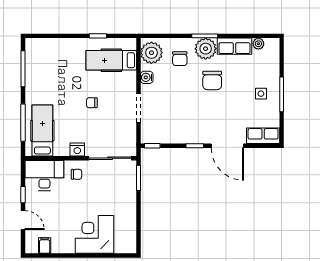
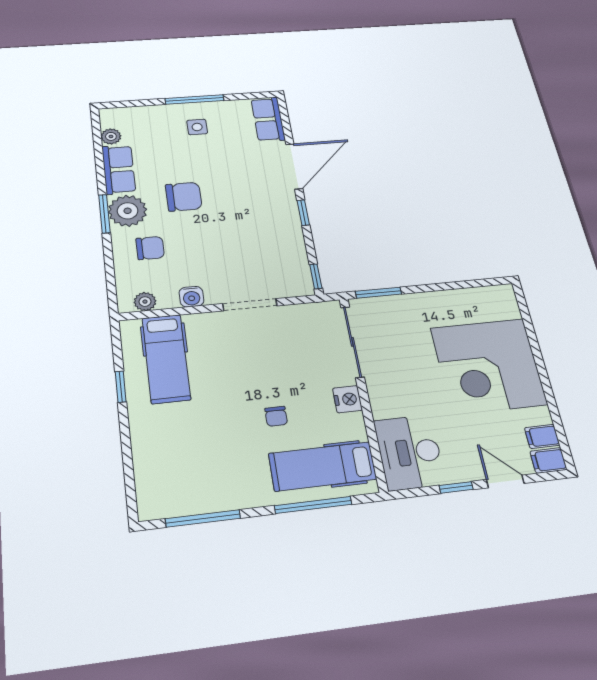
plant: (151, 53) -> (145, 302), width x0.53, depth x0.53
chair: (92, 103) -> (276, 416), moved
chair: (76, 174) -> (395, 395), removed
door: (23, 220) -> (505, 481), hinge flipped
corner desk: (94, 234) -> (488, 366), width x1.36, depth x1.36
filing cabinet: (31, 245) -> (548, 460), added

